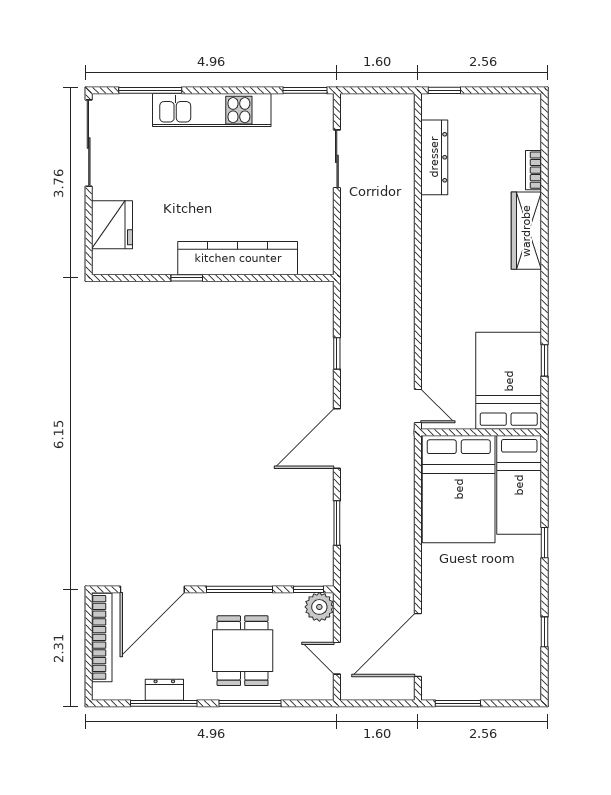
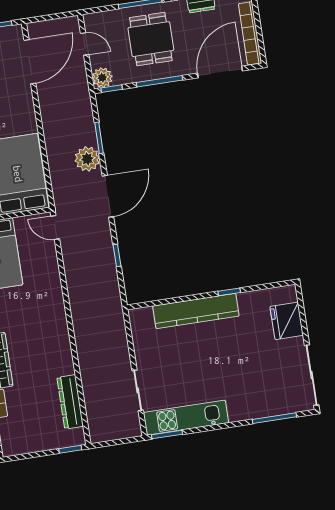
kitchen unit: (212, 110) -> (186, 418), moved
plant: (358, 496) -> (87, 159), added

